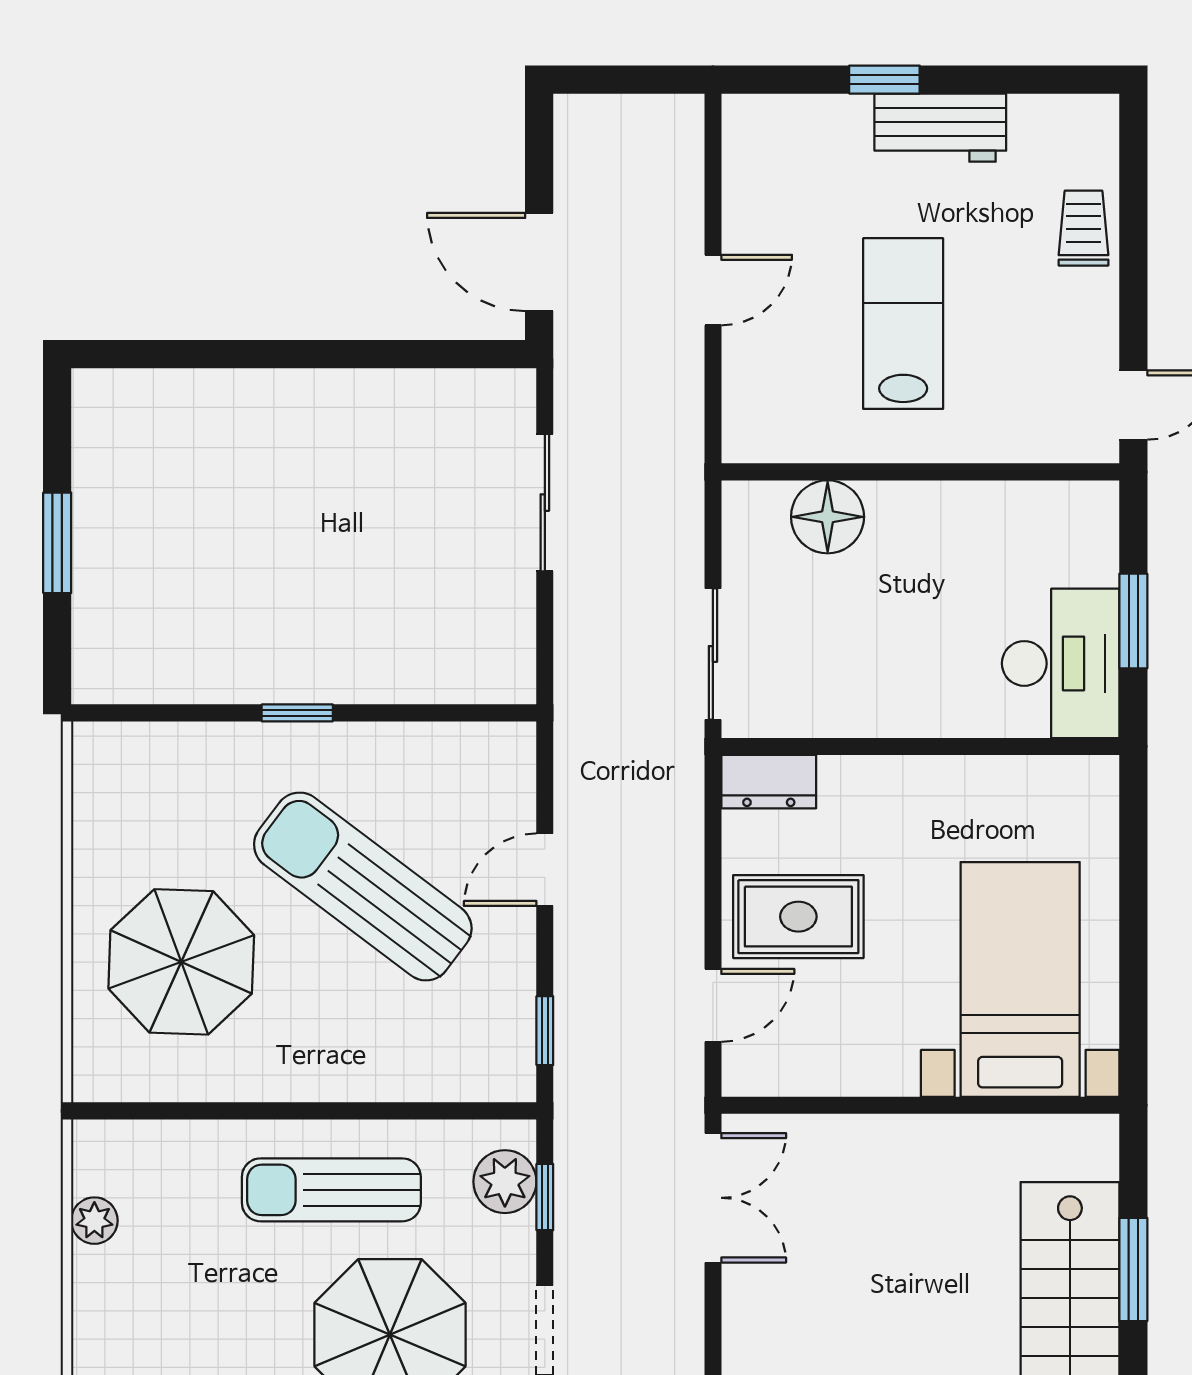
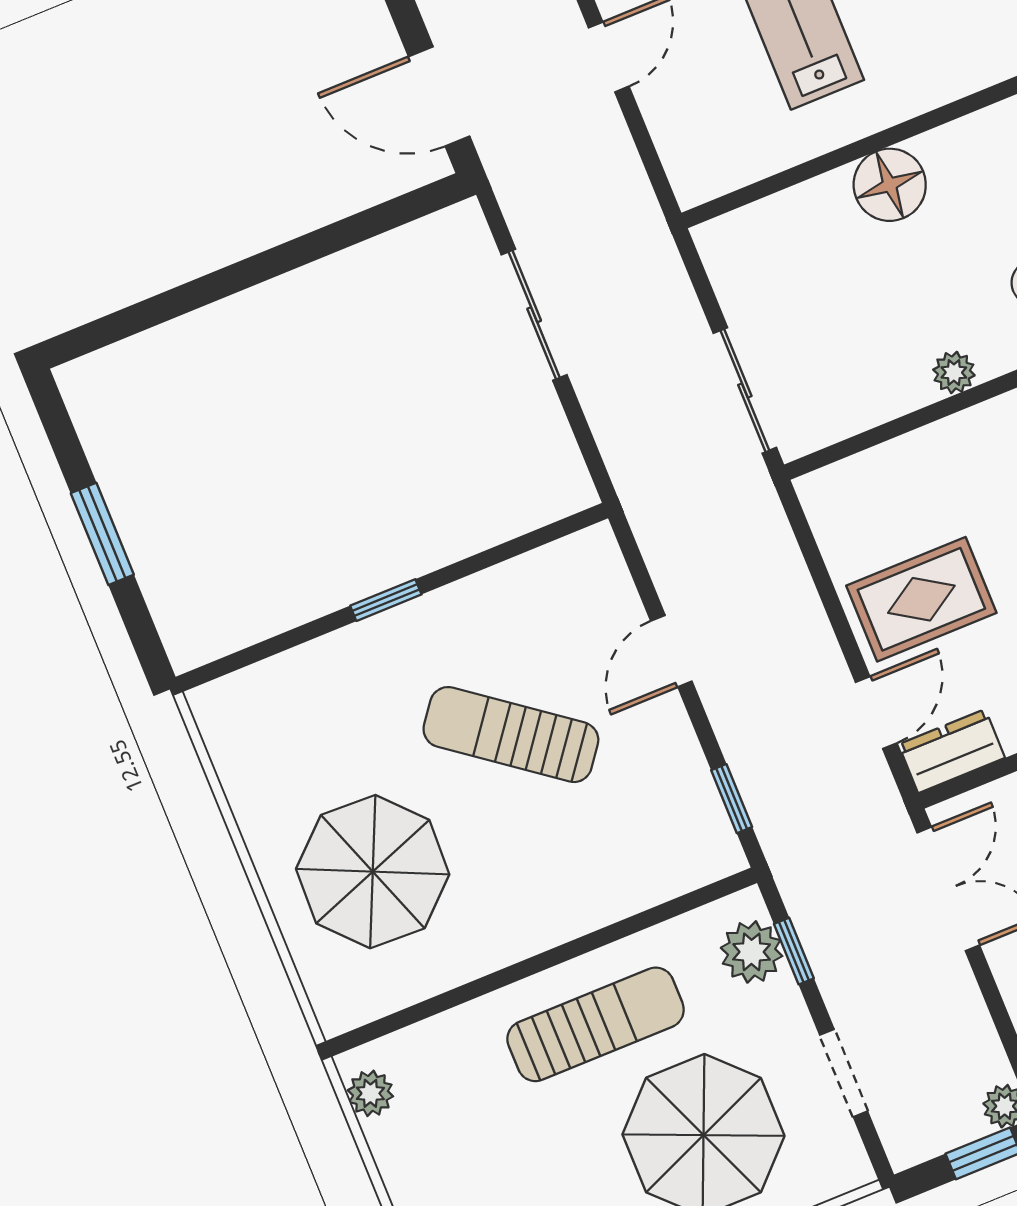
floor lamp: (828, 517) -> (890, 185), moved
plant: (915, 717) -> (954, 372), added
dresser: (769, 782) -> (952, 751), moved, turned 180
sun lounger: (363, 886) -> (511, 735), width x0.73, depth x0.75
sun lounger: (331, 1190) -> (596, 1024), turned 180
plant: (94, 1221) -> (370, 1093), moved

